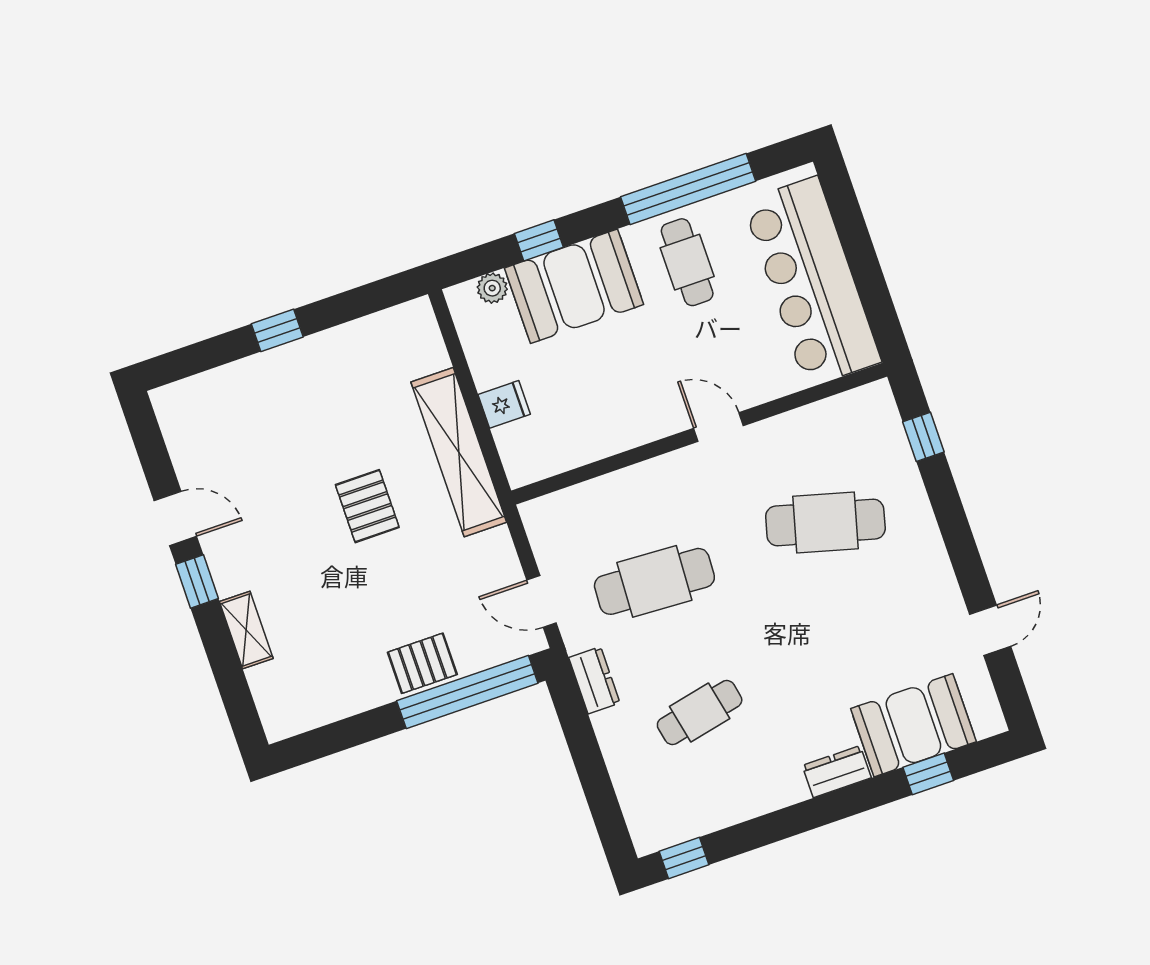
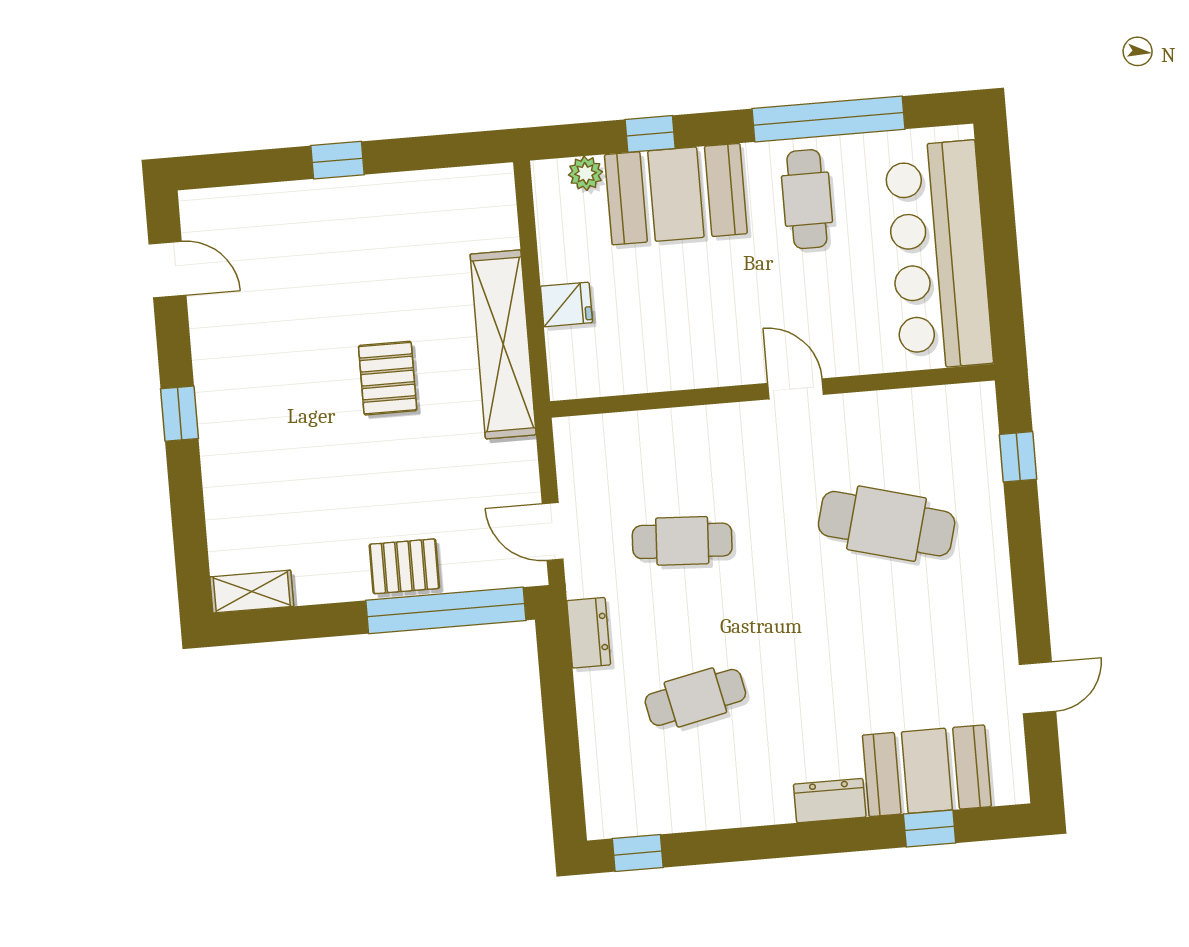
door: (175, 518) -> (167, 270), moved
cafe table: (654, 581) -> (682, 541), width x0.73, depth x0.74
shelving: (246, 630) -> (252, 592), moved, turned 90

